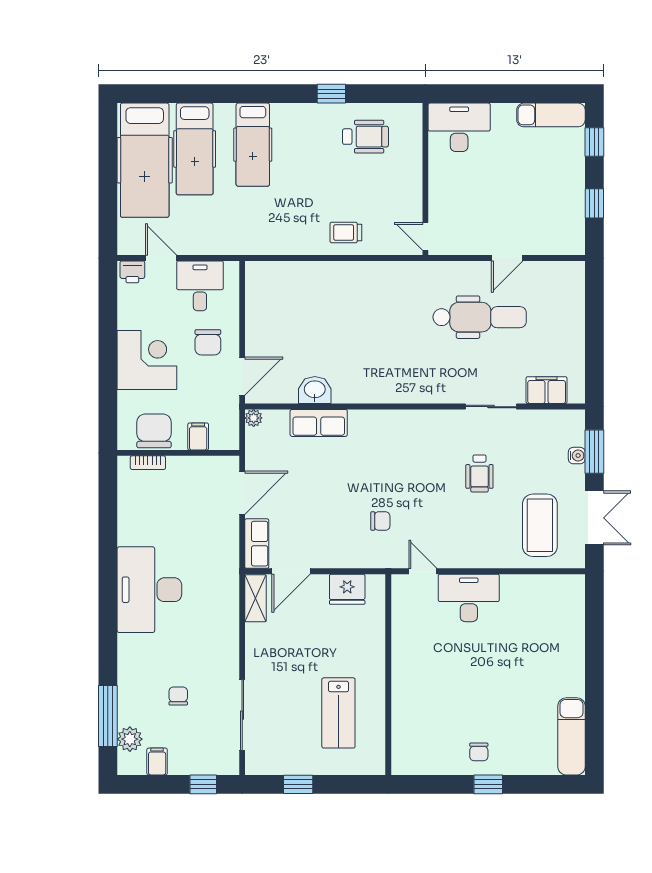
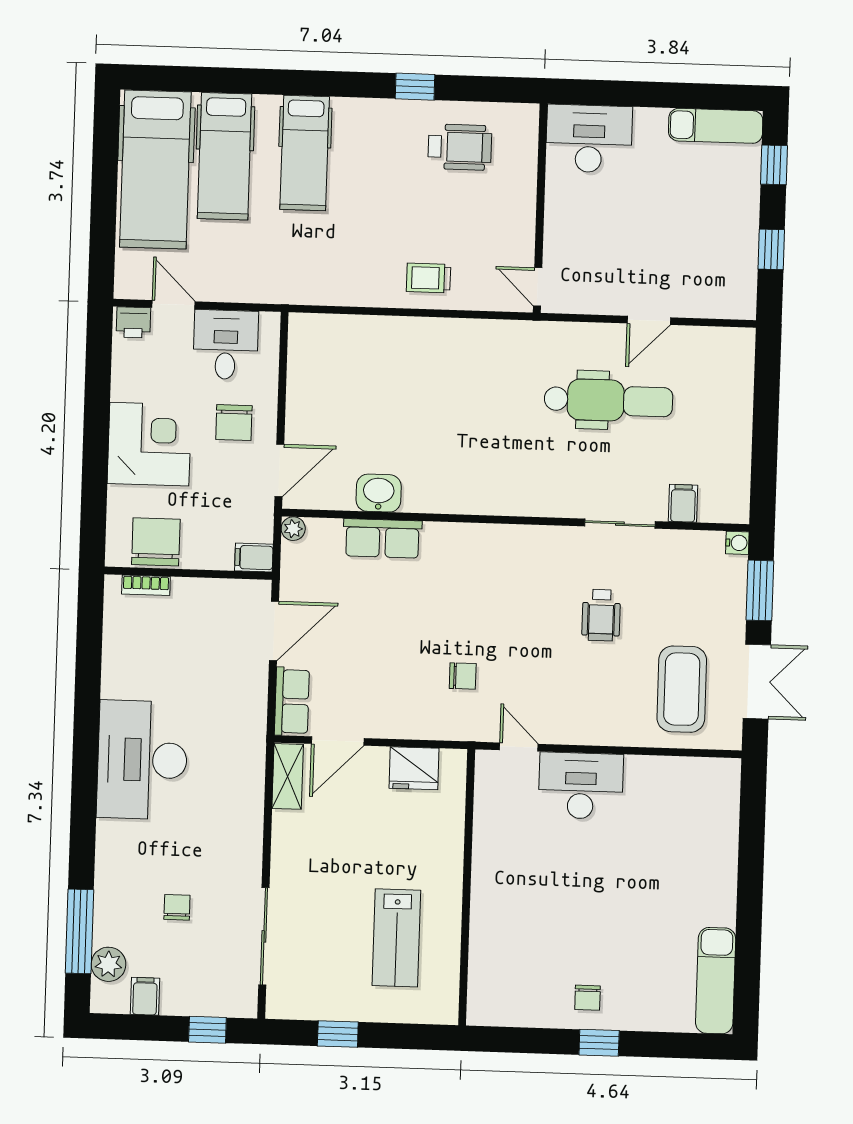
filing cabinet: (547, 390) -> (683, 503), width x0.50
filing cabinet: (198, 437) -> (254, 558), moved, turned -90
water cooler: (577, 456) -> (737, 543), moved

